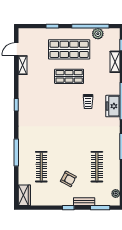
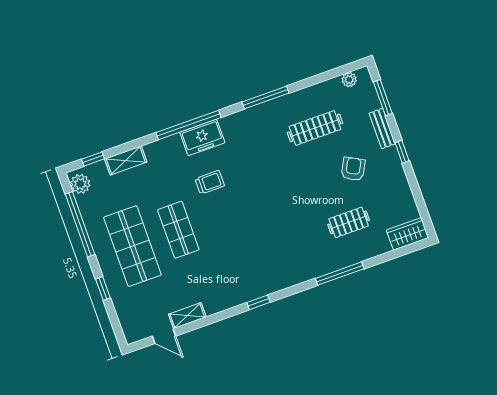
plant: (98, 34) -> (80, 184), moved
clothes rail: (41, 167) -> (349, 222), width x0.73

